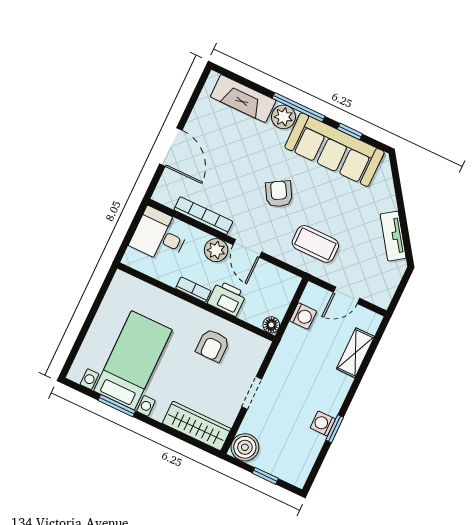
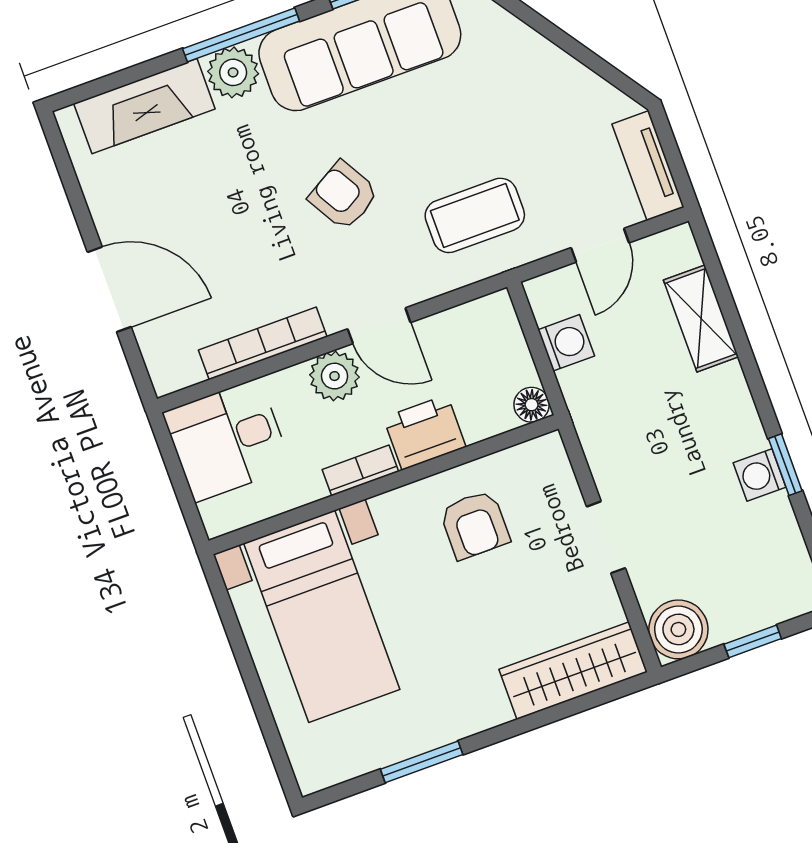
tv unit: (393, 236) -> (648, 166), moved, turned 35
bed with nightstands: (133, 360) -> (322, 616), moved, turned 180

